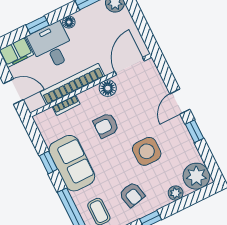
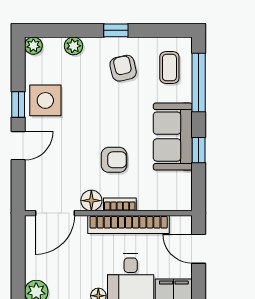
bookcase: (66, 105) -> (120, 204), moved
side table: (147, 151) -> (45, 100), moved
plant: (196, 176) -> (33, 46), width x0.53, depth x0.53

